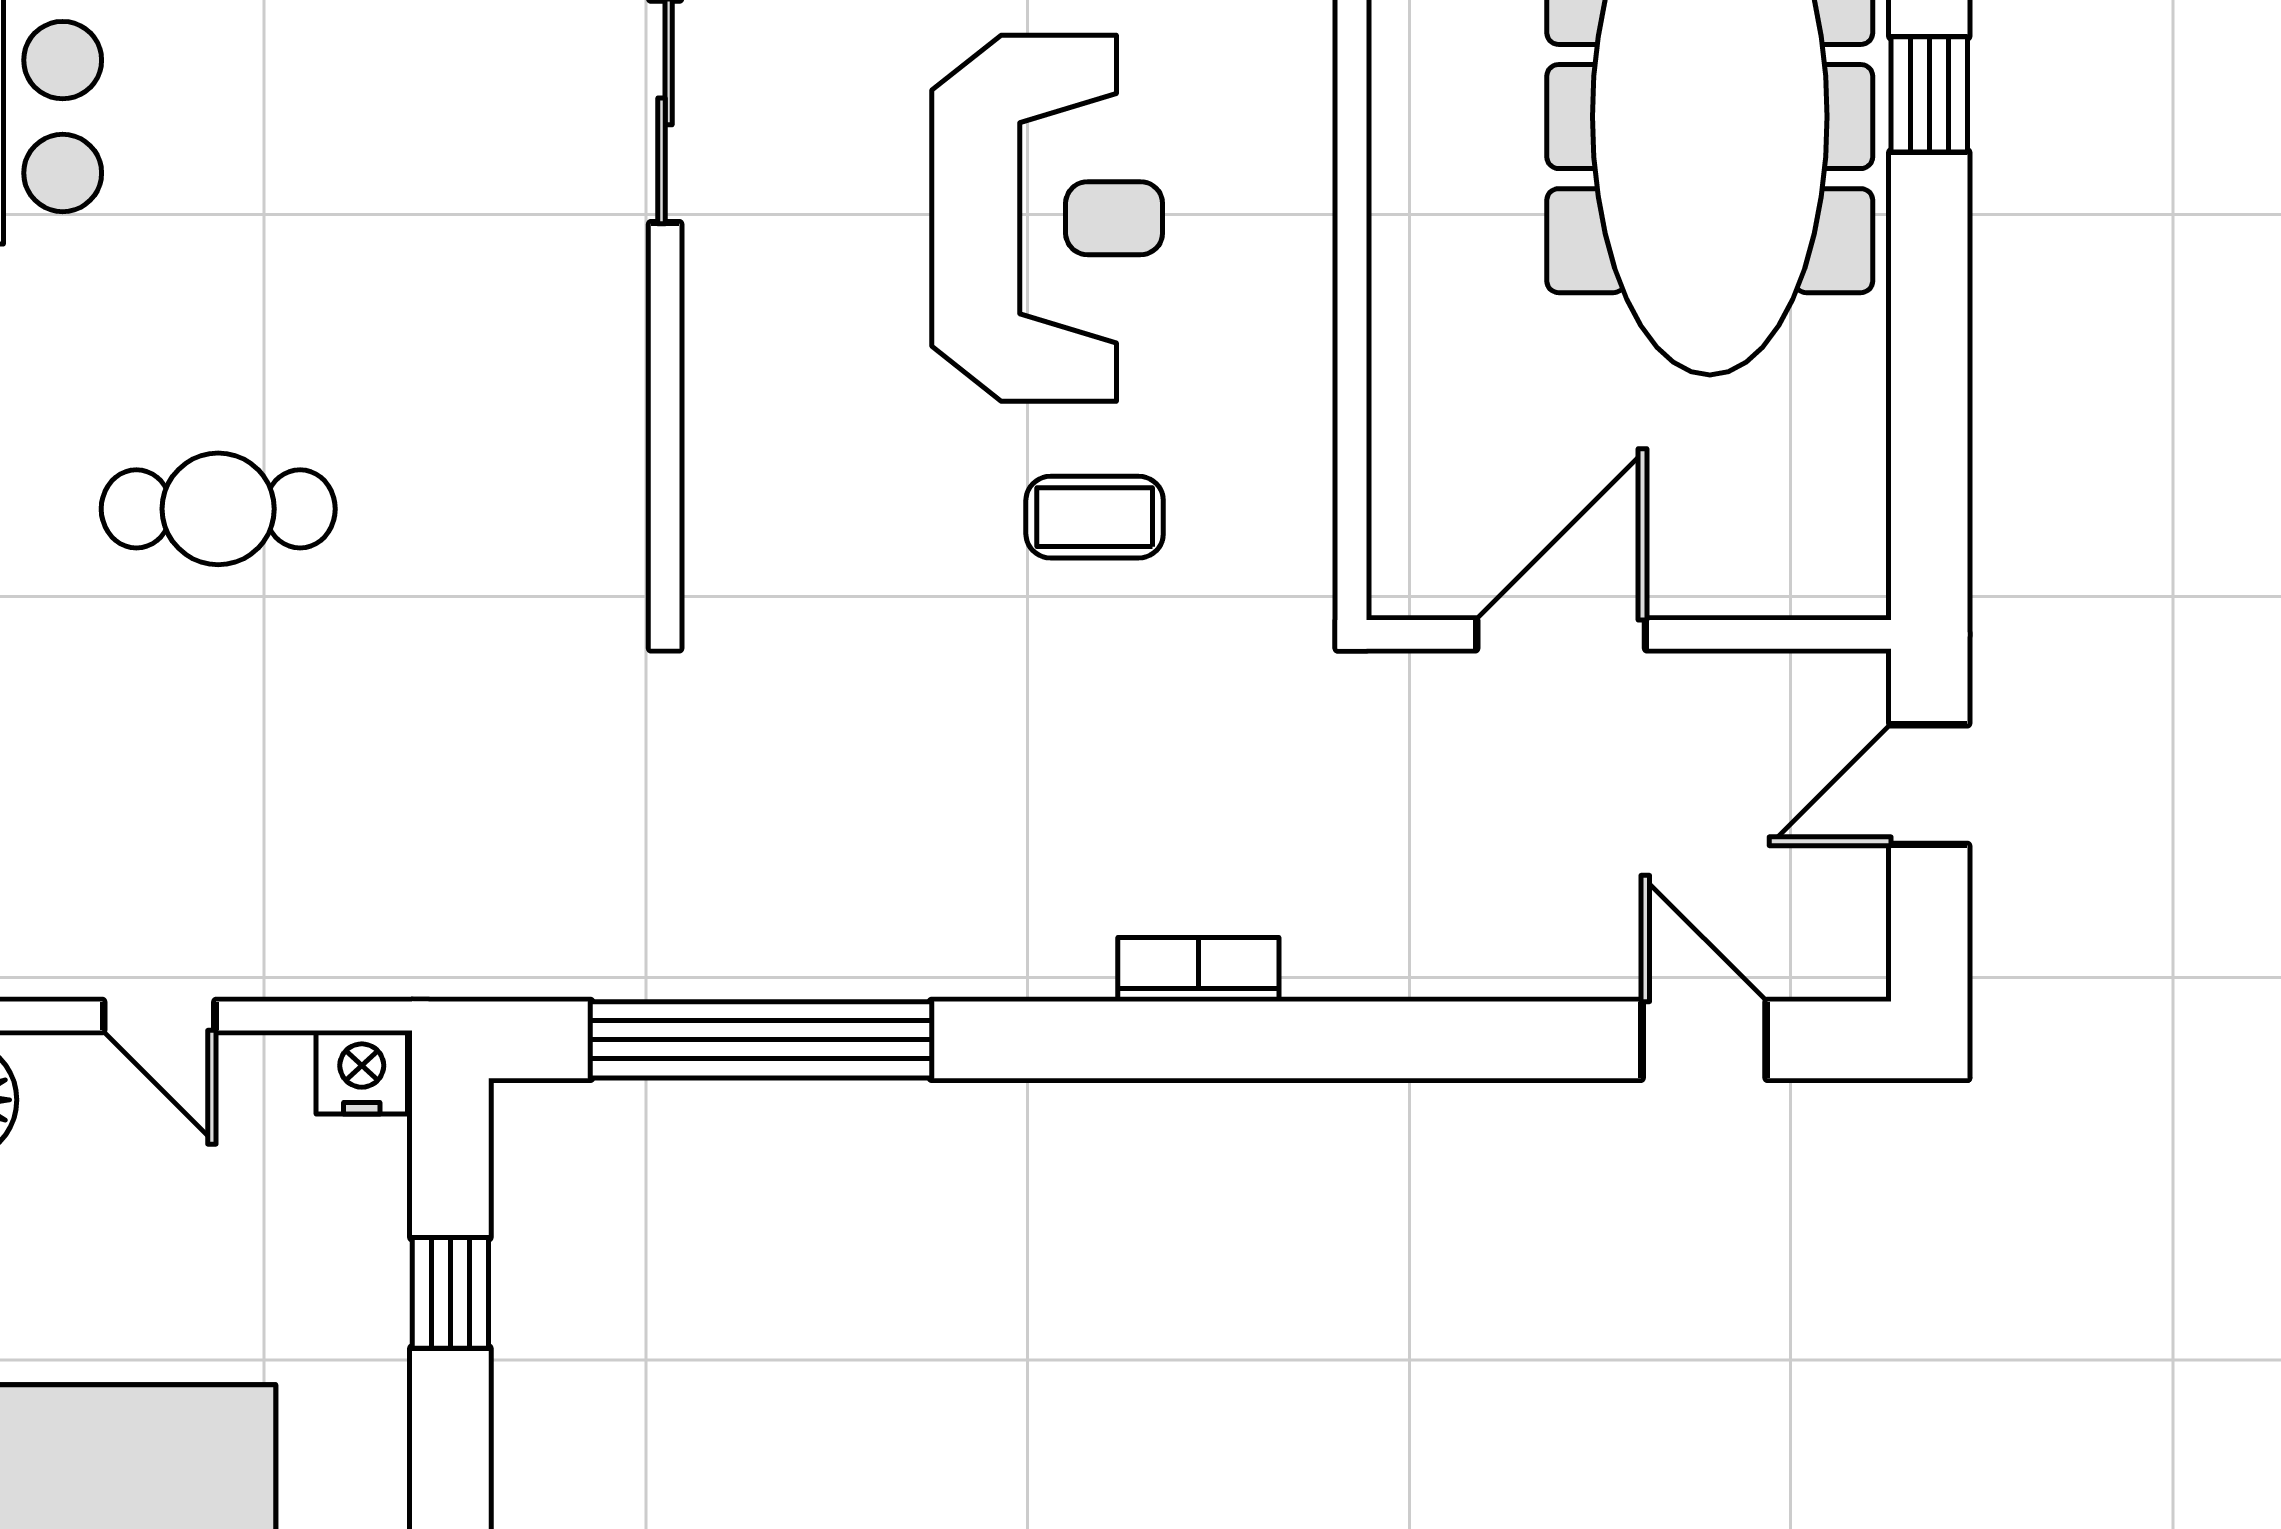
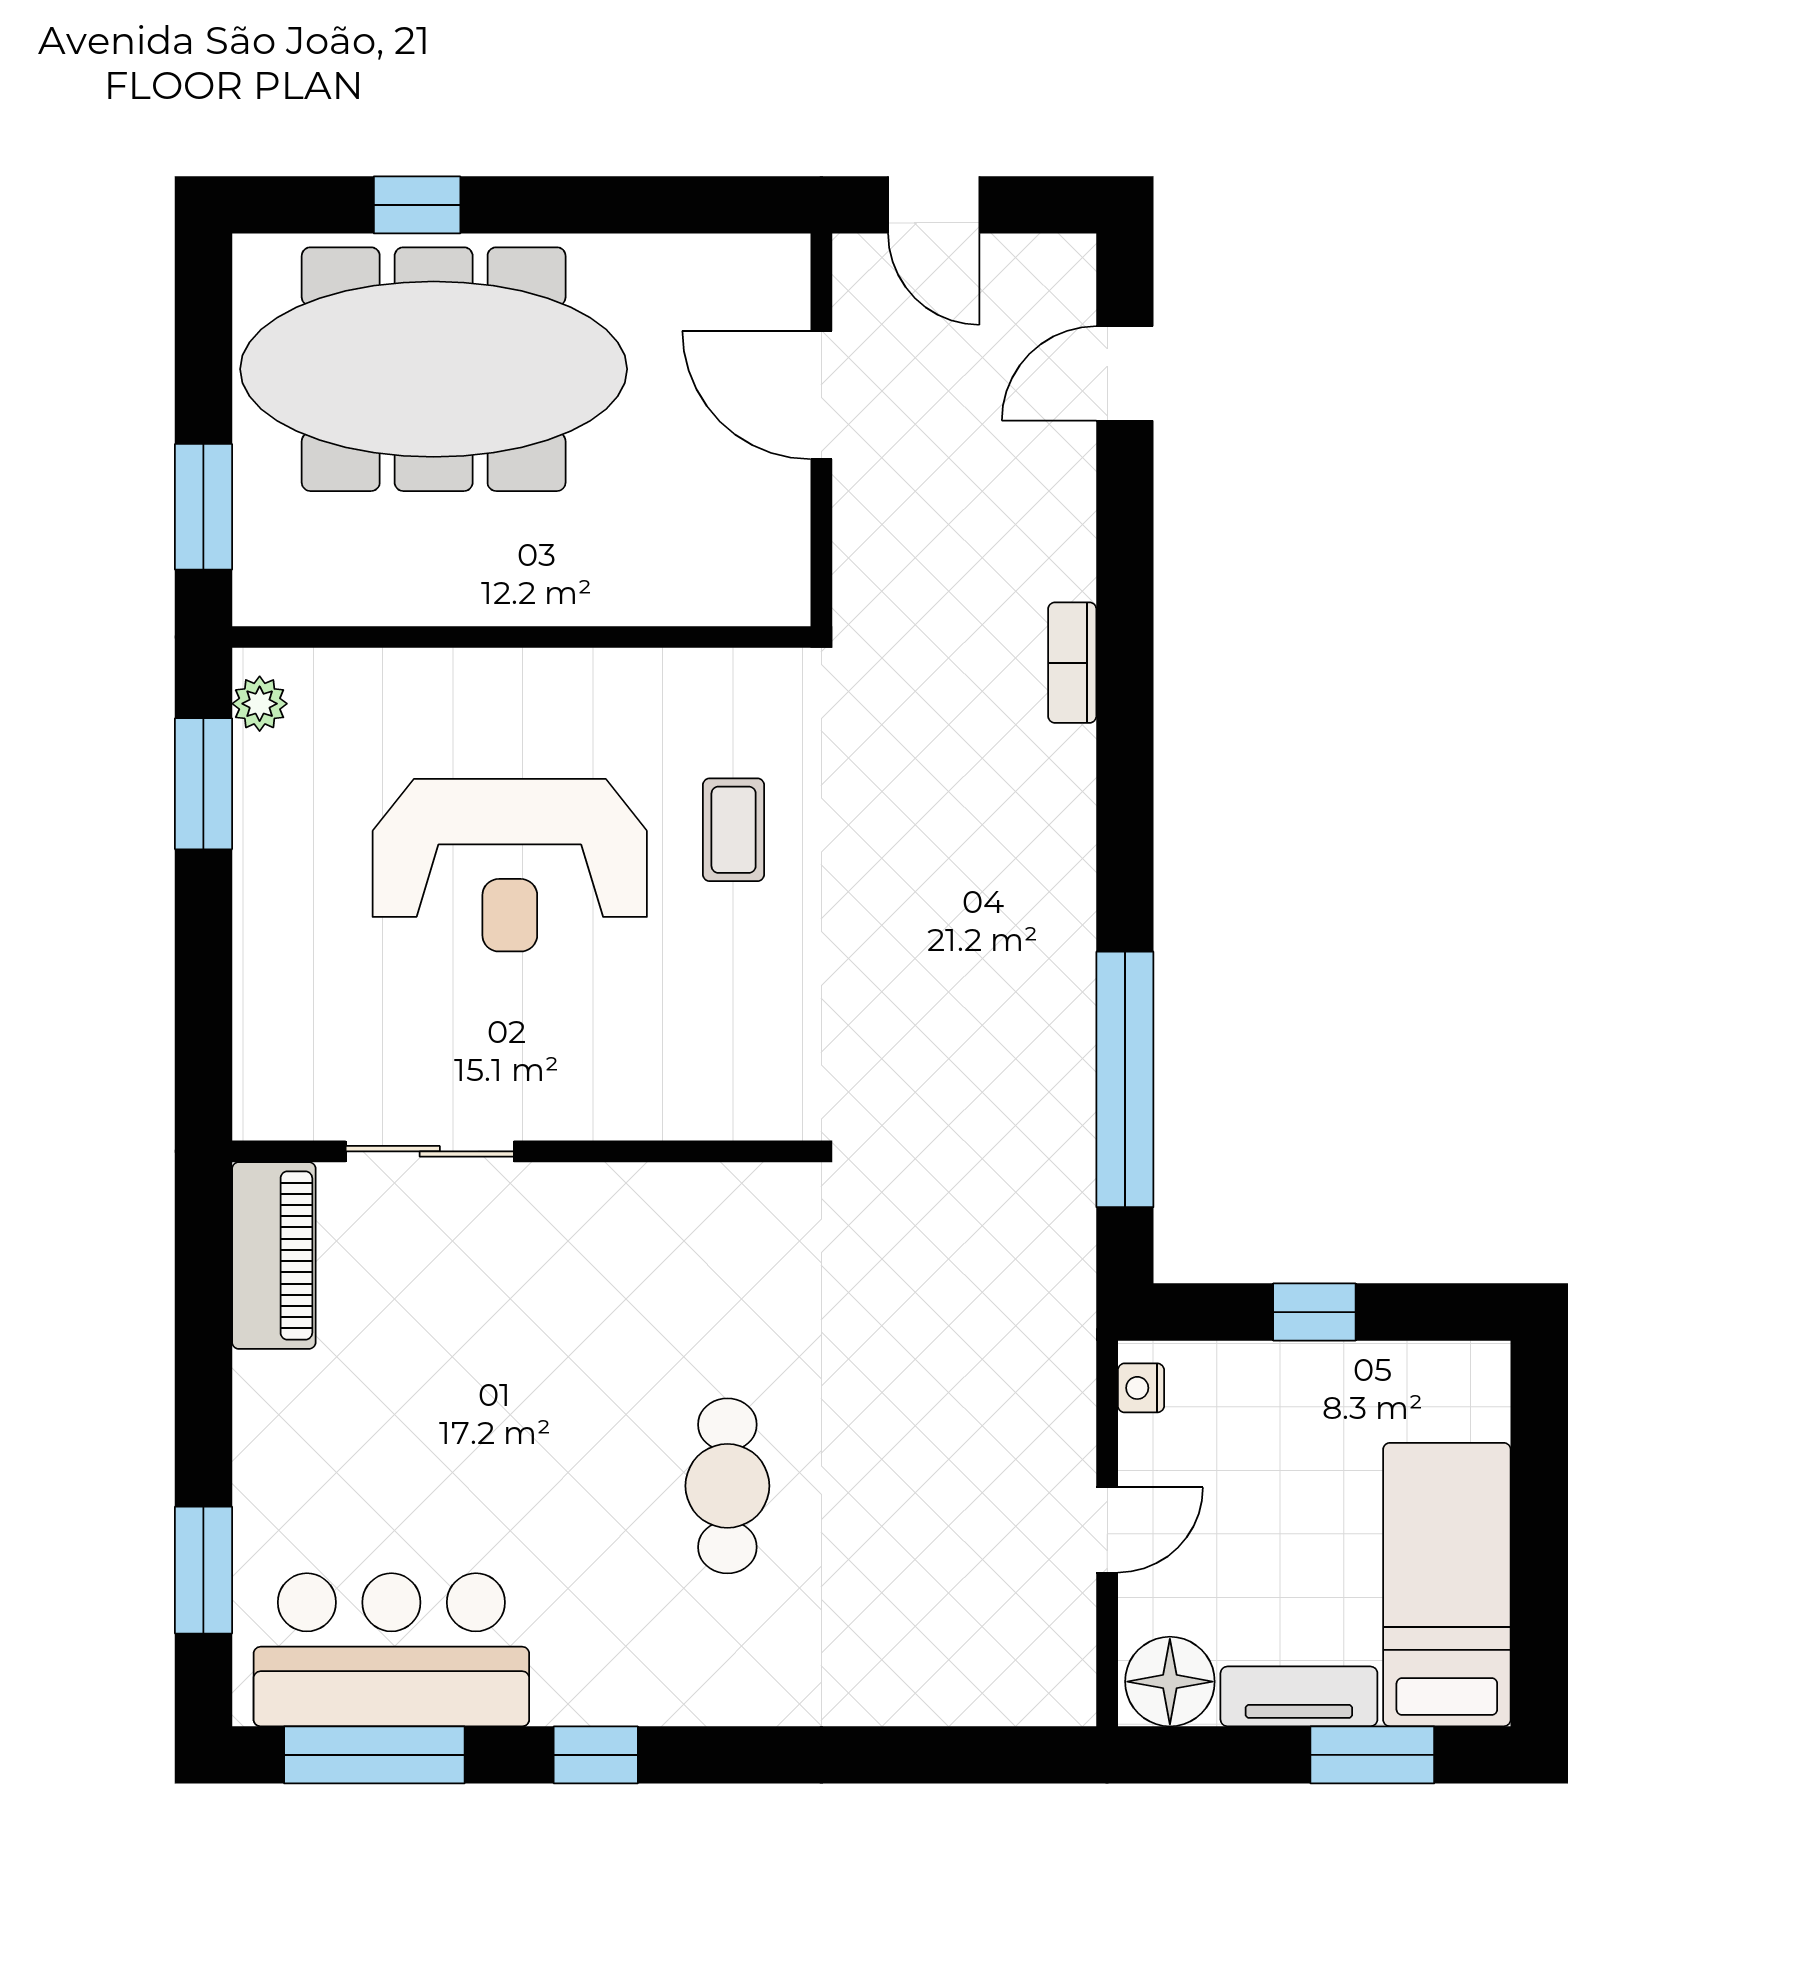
reception desk: (1047, 218) -> (510, 865), turned 180
door: (1561, 634) -> (821, 395), moved
bookcase: (1198, 970) -> (1072, 663), moved
nightstand: (362, 1072) -> (1141, 1388), width x0.72, depth x0.74

